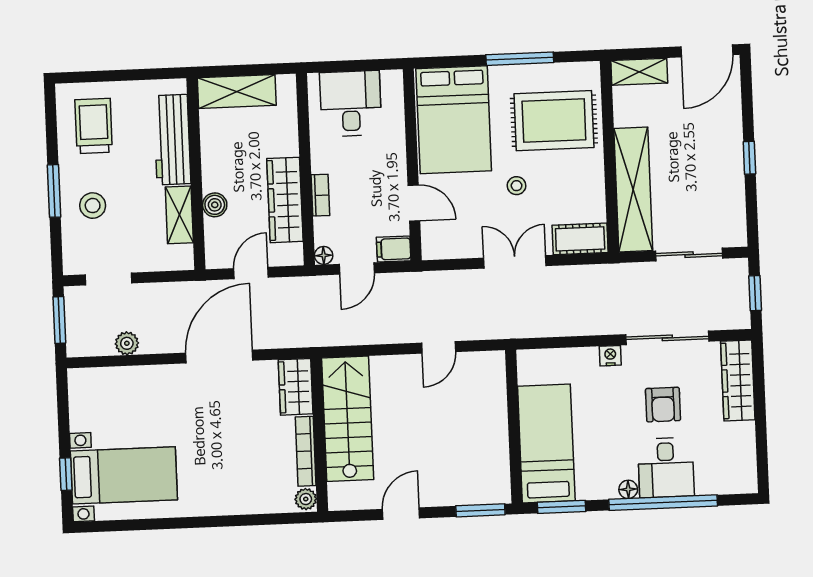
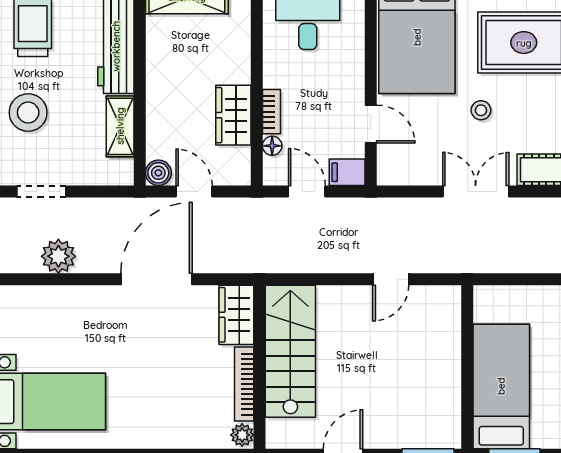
wardrobe: (285, 200) -> (233, 115), width x0.67
boiler: (215, 205) -> (158, 173), moved
stool: (93, 206) -> (28, 113), width x1.38, depth x1.38
floor lamp: (324, 255) -> (272, 146), moved
door: (357, 269) -> (307, 191), swing flipped
door: (251, 273) -> (194, 191), hinge flipped
plant: (127, 343) -> (58, 256), width x1.38, depth x1.38

